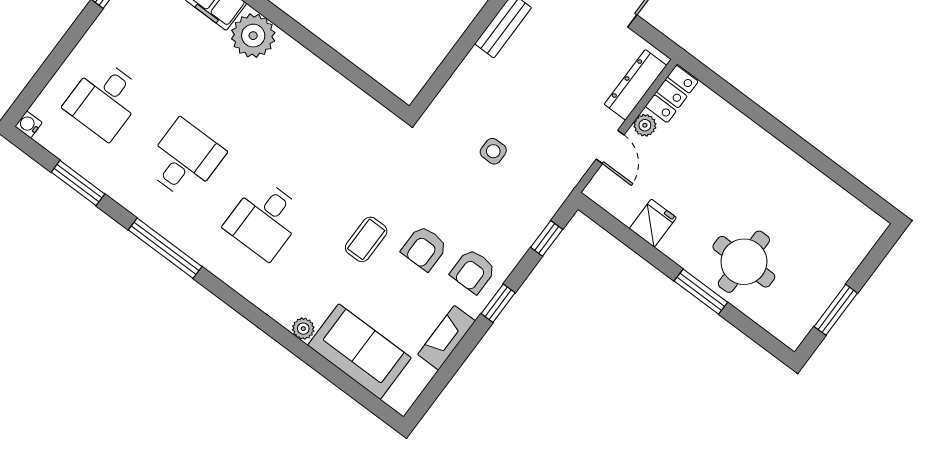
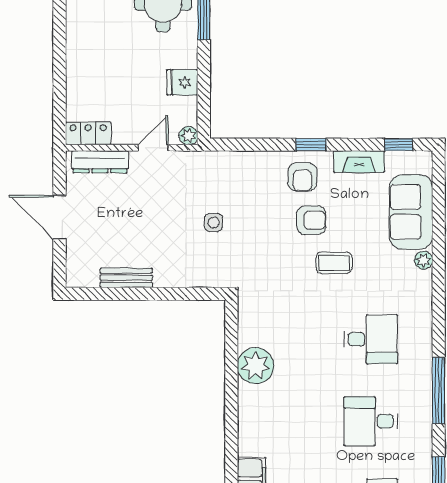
plant: (253, 36) -> (256, 366), moved
plant: (645, 125) -> (188, 136), moved
window: (547, 238) -> (399, 145), moved
armchair: (473, 271) -> (302, 177), turned 90

